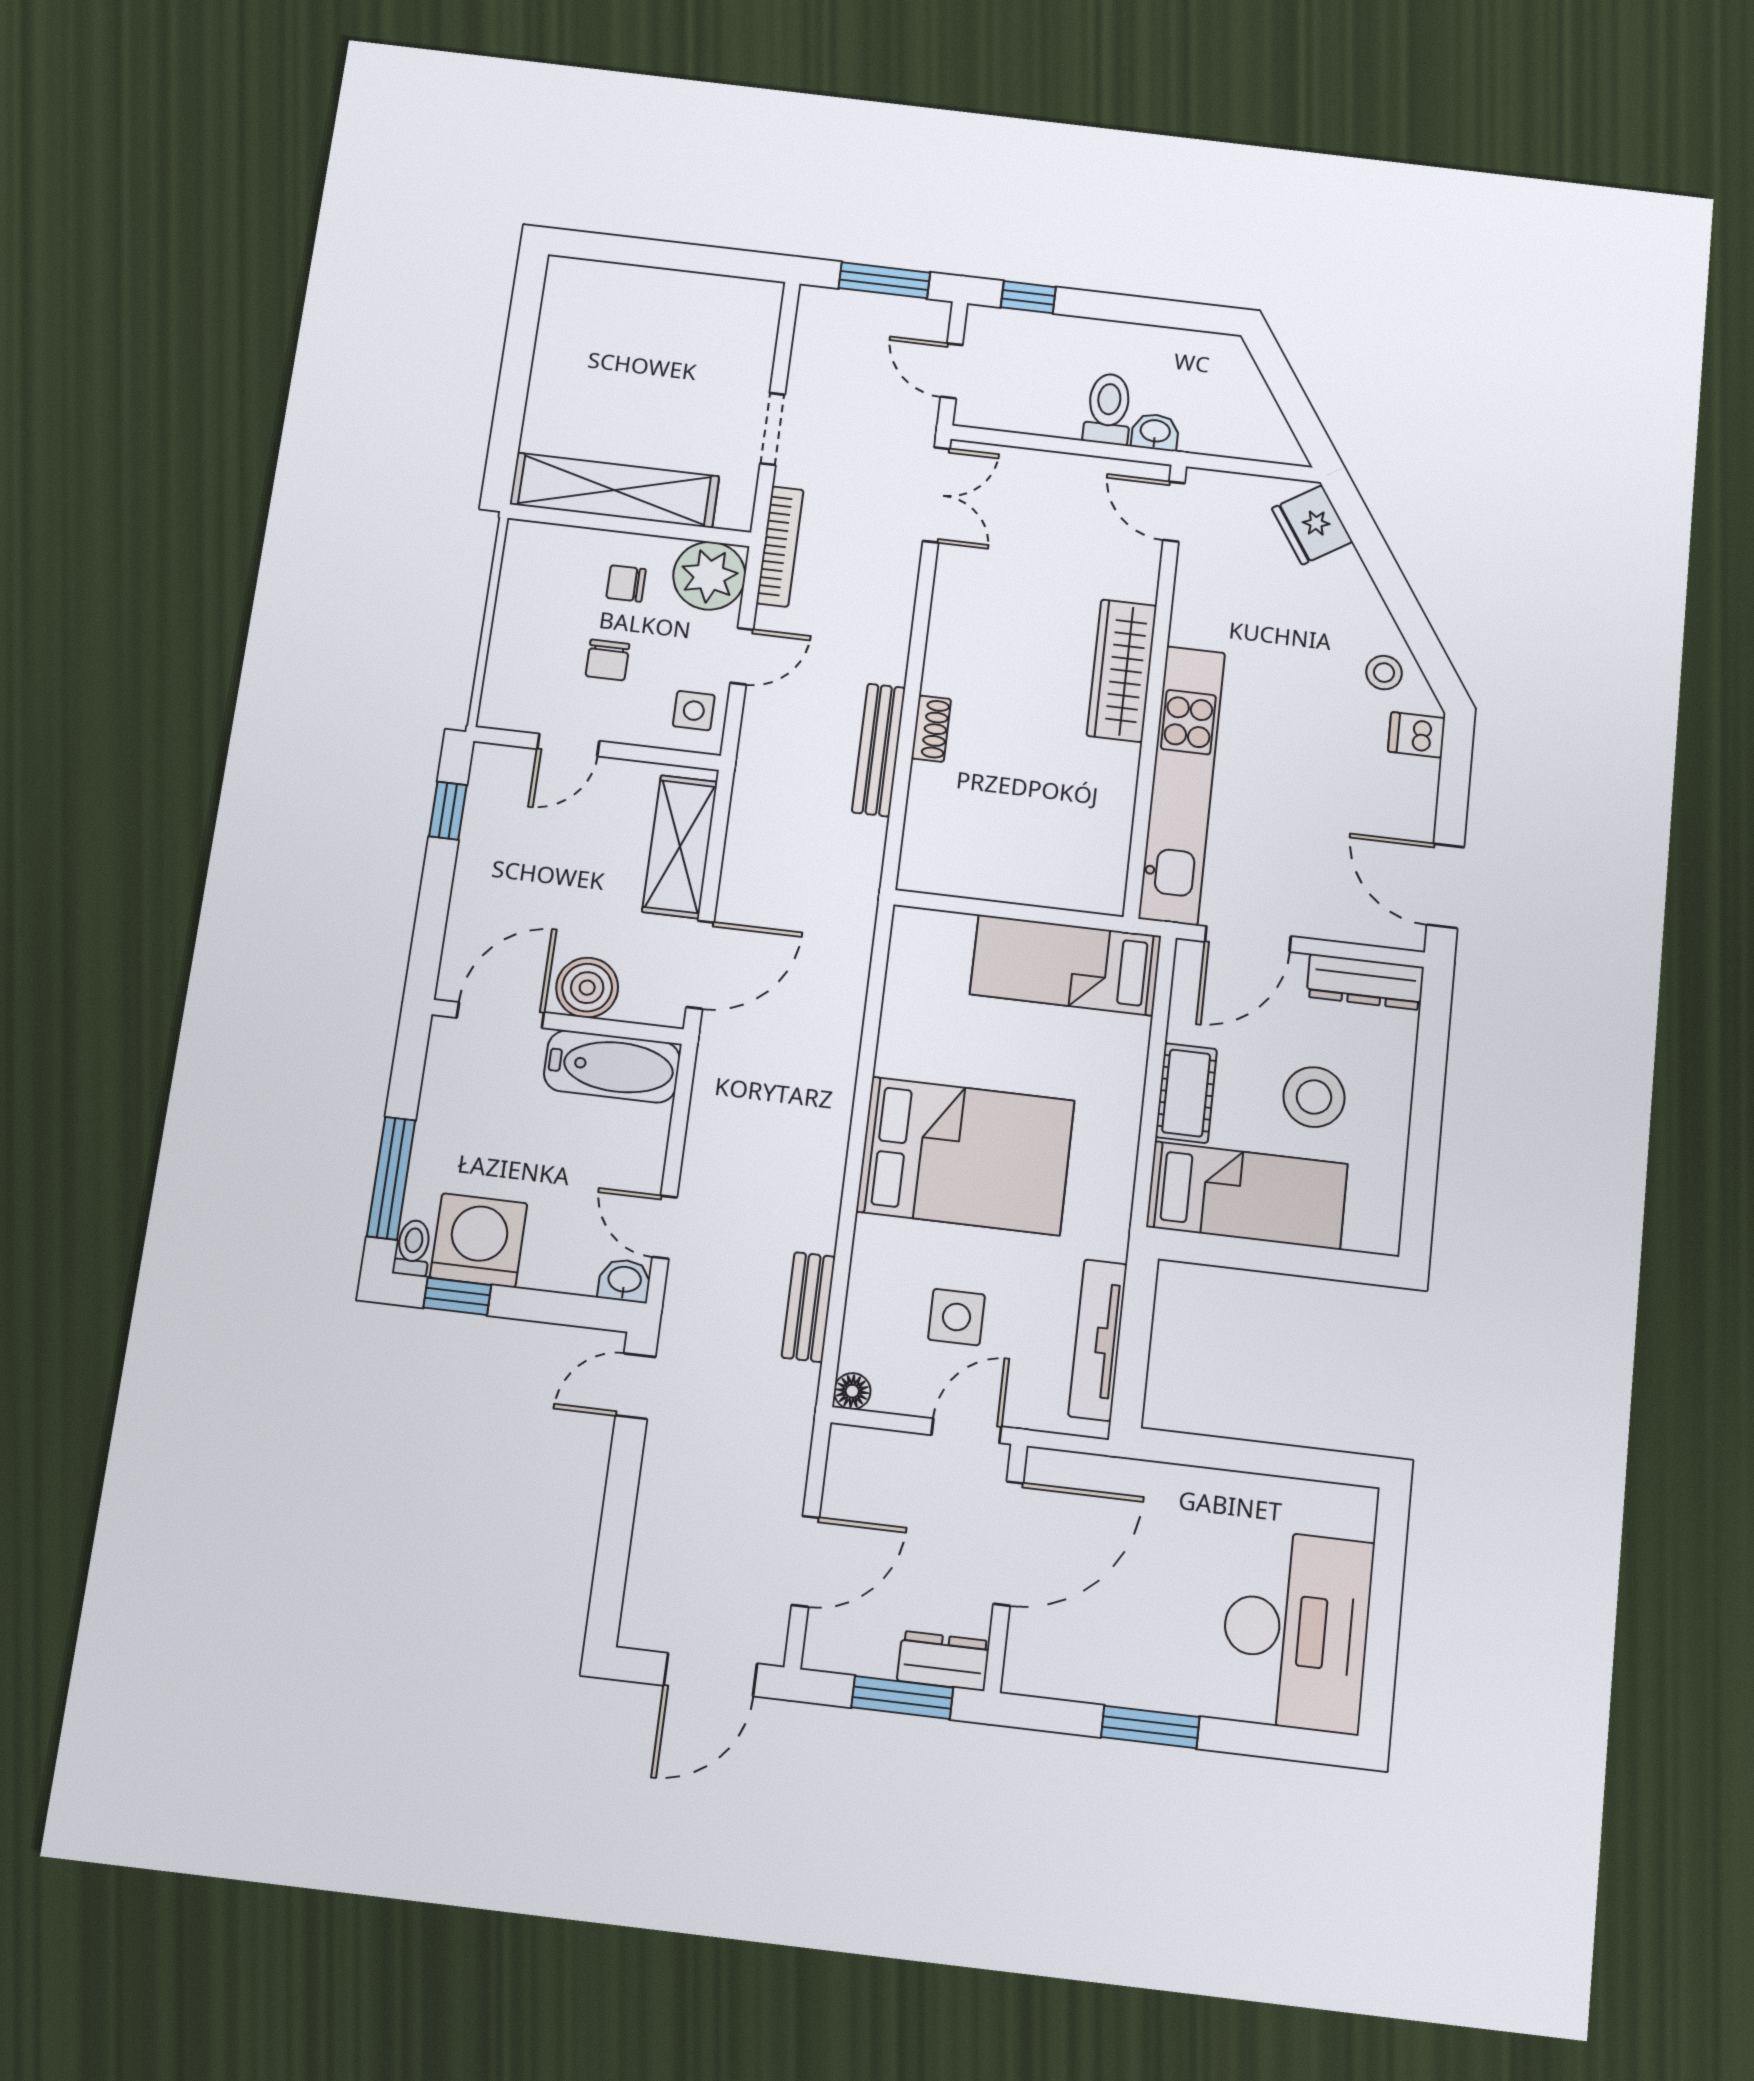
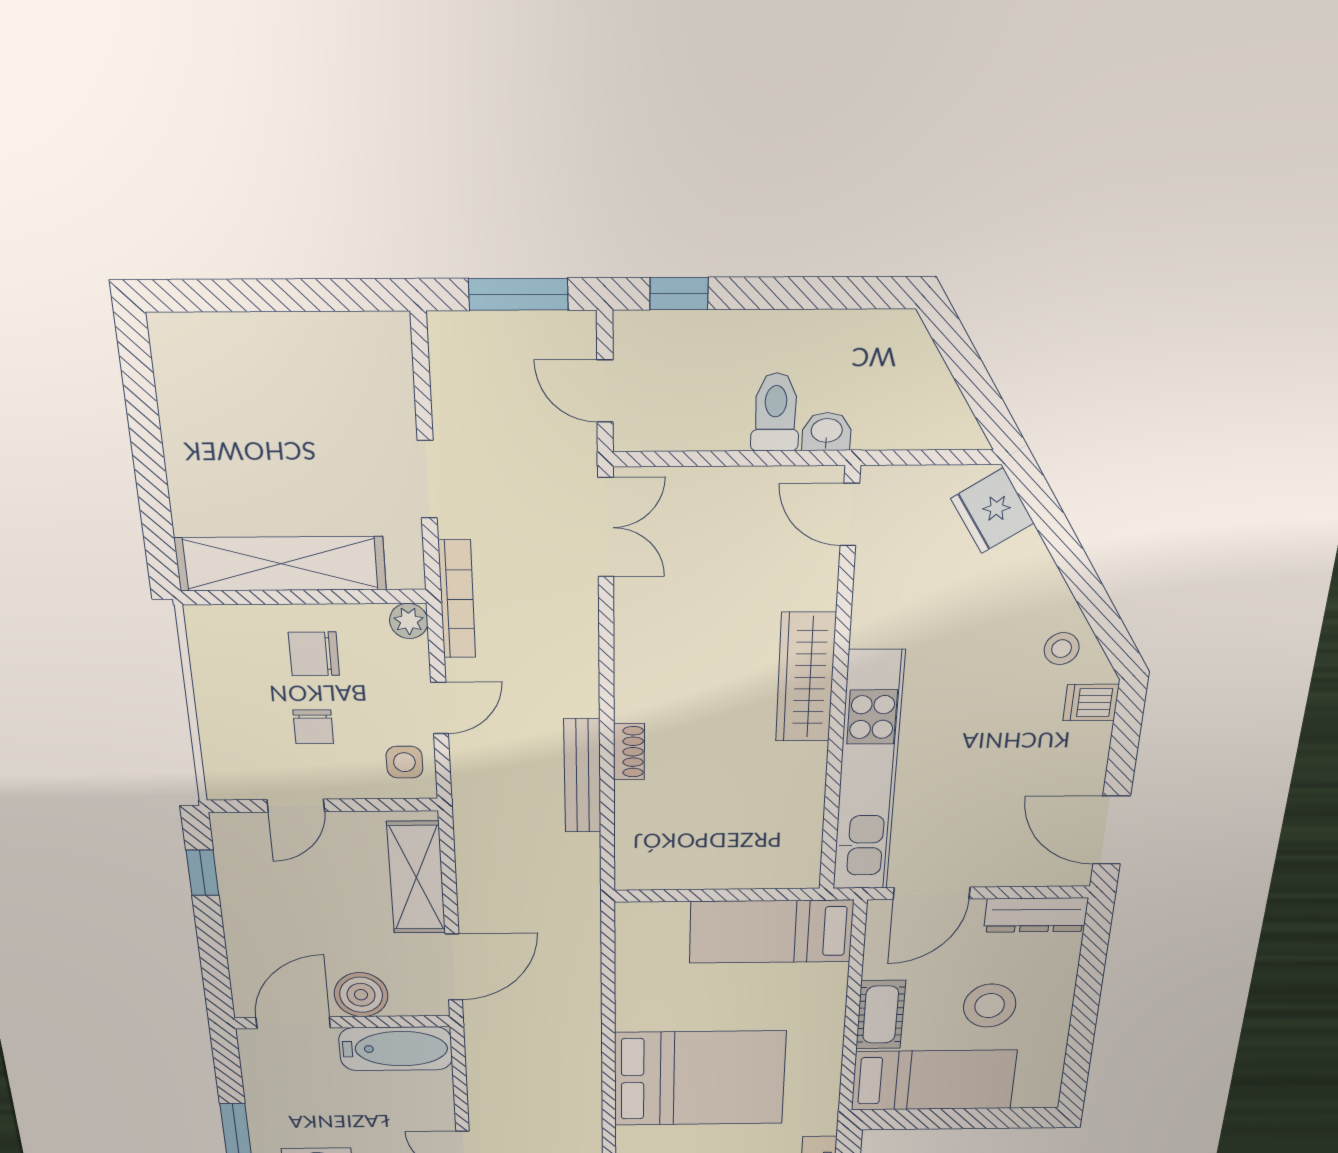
plant: (709, 576) -> (409, 621), width x0.53, depth x0.53
chair: (626, 583) -> (314, 654), width x1.37, depth x1.37

